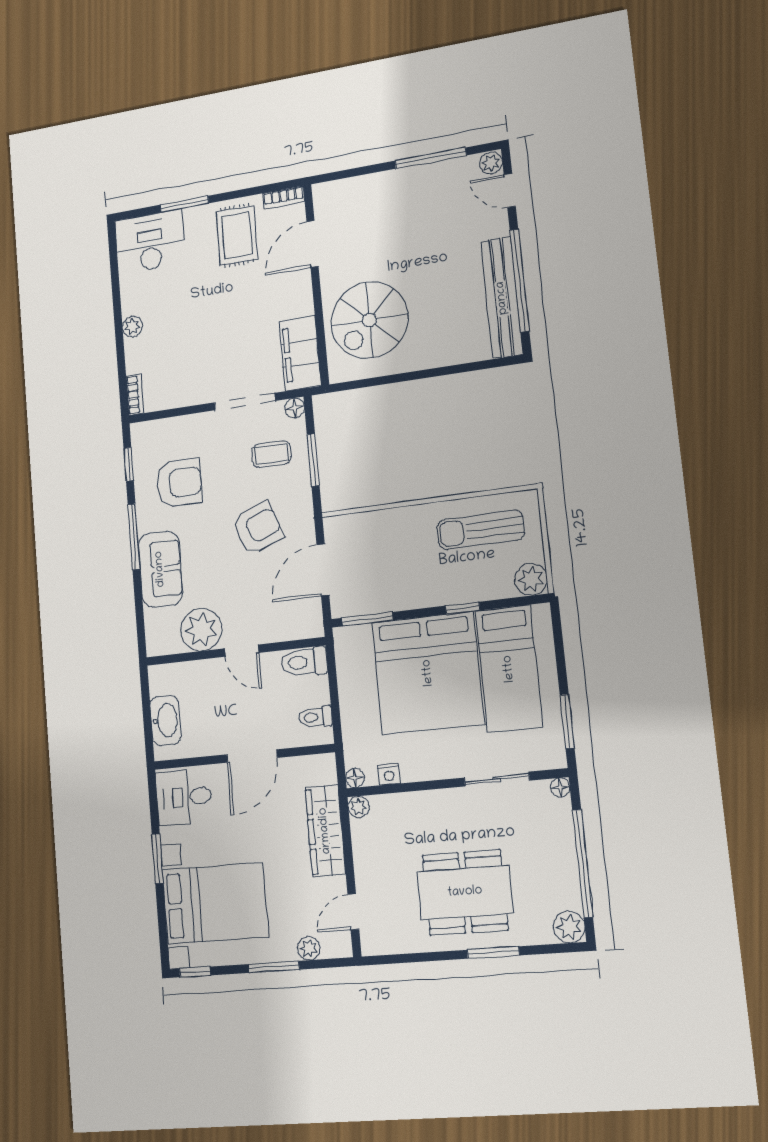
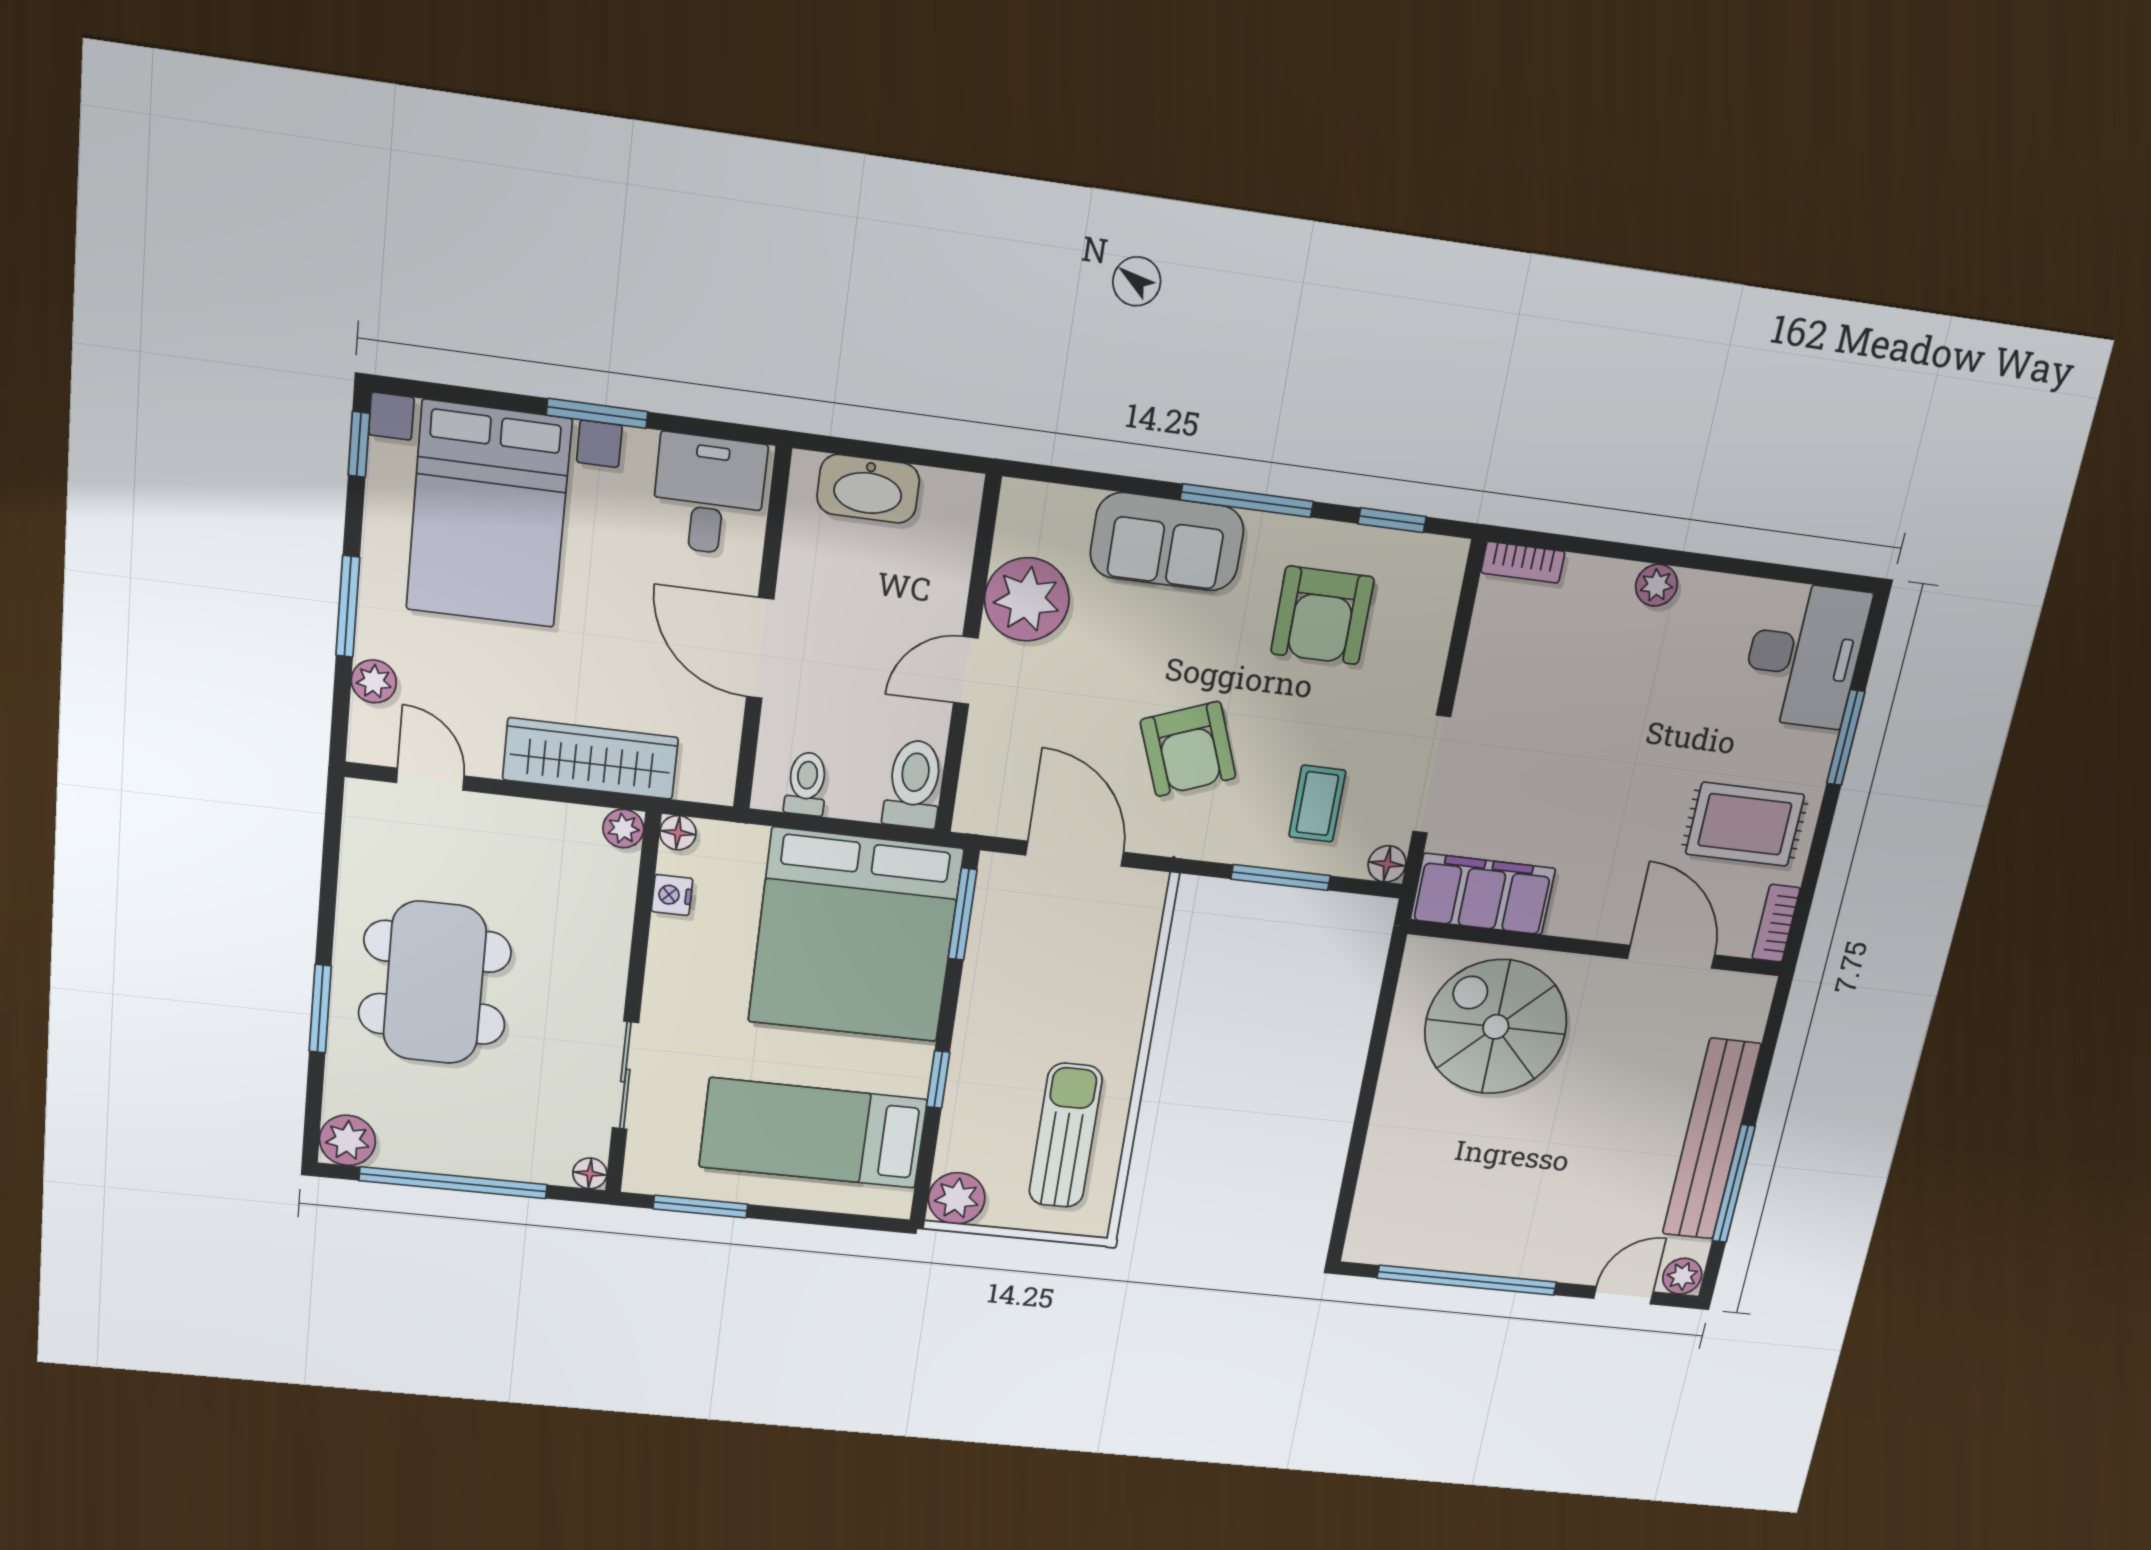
bench: (502, 298) -> (1711, 1139), moved, turned 90
bed: (428, 673) -> (855, 936), moved, turned -90

